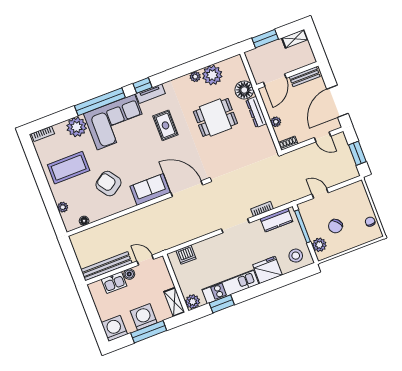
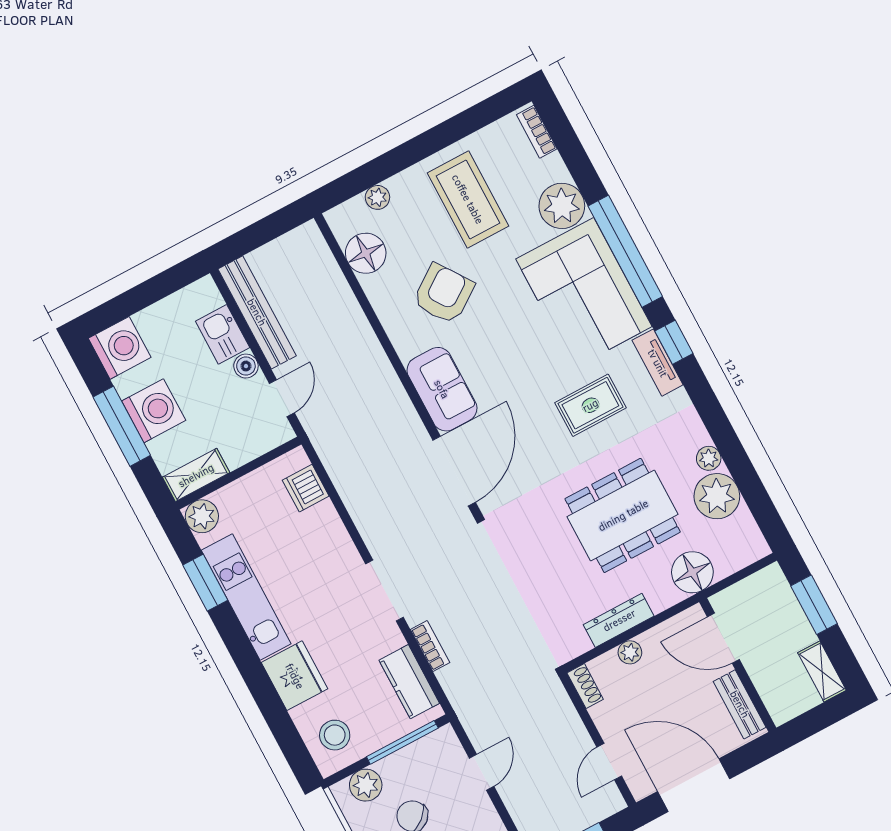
dresser: (256, 112) -> (619, 620), moved
dining table: (215, 117) -> (623, 515), width x1.38
floor lamp: (84, 221) -> (366, 253), width x1.89, depth x1.89

